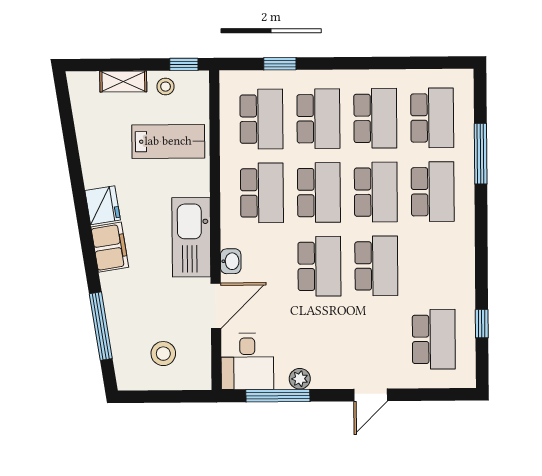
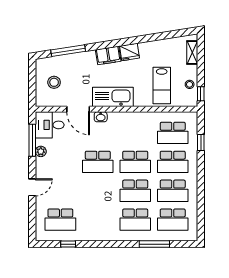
shelving: (123, 81) -> (192, 53), moved
school desk: (262, 193) -> (135, 133), removed
school desk: (376, 266) -> (98, 191), removed
door: (371, 395) -> (32, 187), swing flipped

